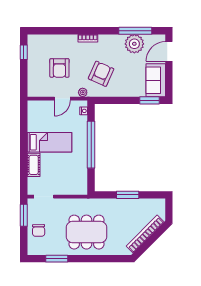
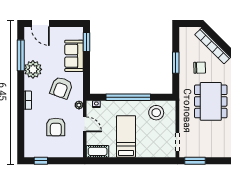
plant: (134, 44) -> (33, 69), moved
armchair: (59, 68) -> (56, 127), turned 90
armchair: (101, 74) -> (61, 88), turned -94
sofa: (156, 80) -> (74, 56), moved, turned 90
cot: (34, 165) -> (98, 151), moved
stool: (75, 174) -> (156, 113), added
chair: (39, 230) -> (200, 68), moved

